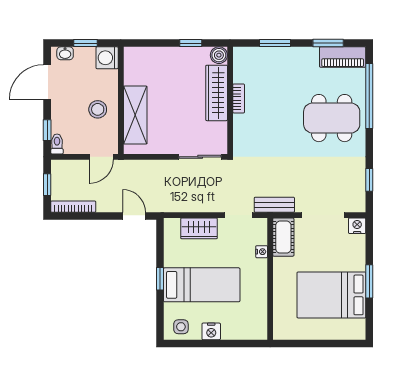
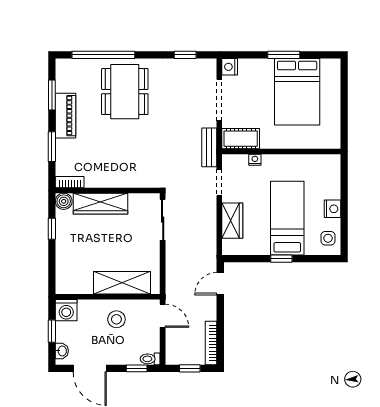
piano: (343, 57) -> (66, 116), moved
bookcase: (239, 98) -> (70, 182), moved

